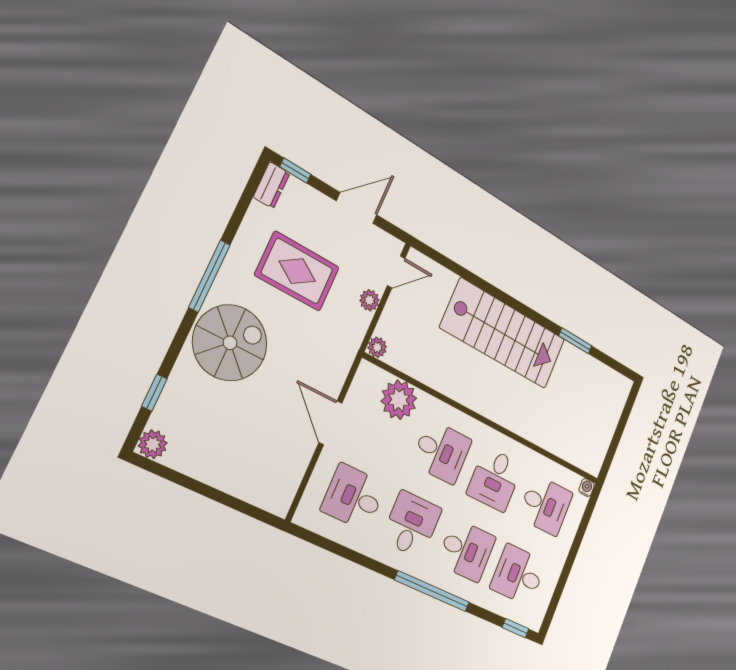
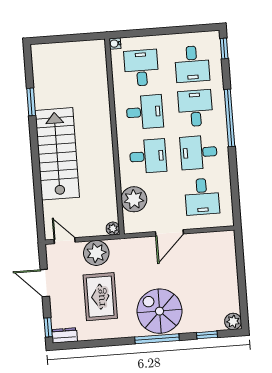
window: (210, 276) -> (157, 339), moved
plant: (370, 300) -> (96, 253), width x1.87, depth x1.87
desk: (441, 452) -> (148, 156), turned 90

